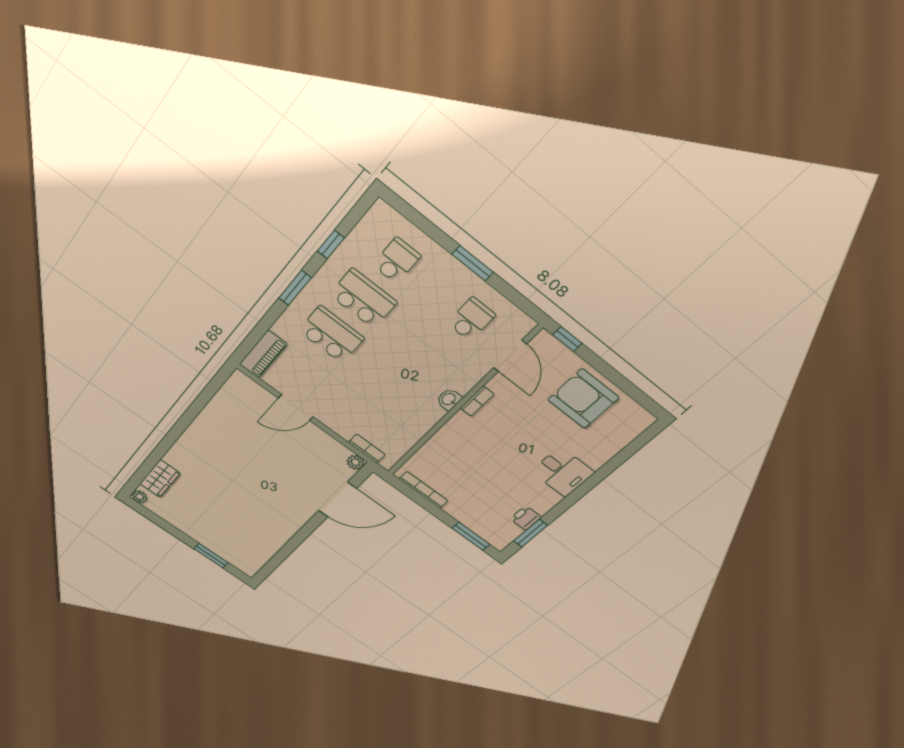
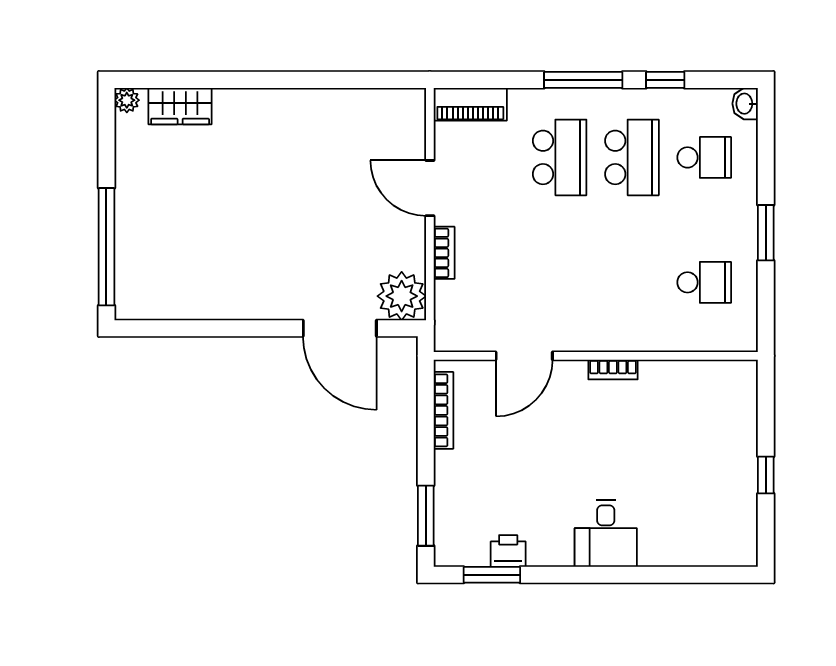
window: (295, 288) -> (583, 80), width x1.44
window: (567, 339) -> (766, 475), moved
door: (510, 356) -> (524, 356), moved
washbasin: (449, 399) -> (745, 104), moved, turned -90
armchair: (583, 399) -> (713, 472), removed
bookcase: (367, 448) -> (444, 253), moved
plant: (355, 462) -> (402, 296), width x1.88, depth x1.88
window: (211, 556) -> (106, 247), width x2.11

